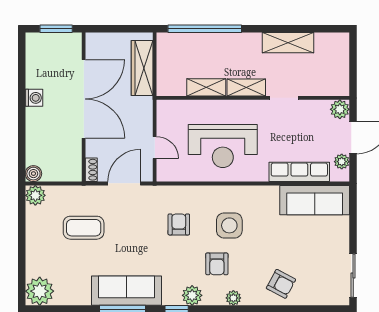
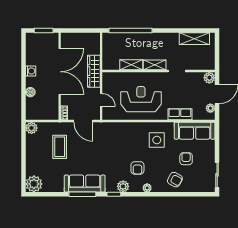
shelving: (288, 43) -> (194, 39), moved
wardrobe: (142, 68) -> (94, 71), moved
reception desk: (223, 146) -> (141, 99), turned 180
row of seats: (299, 172) -> (180, 114), width x0.68
boiler: (33, 174) -> (30, 92), moved
door: (124, 183) -> (83, 121), swing flipped
armchair: (179, 224) -> (186, 159), moved
side table: (229, 225) -> (157, 140), moved
coffee table: (84, 228) -> (60, 147), turned 90

